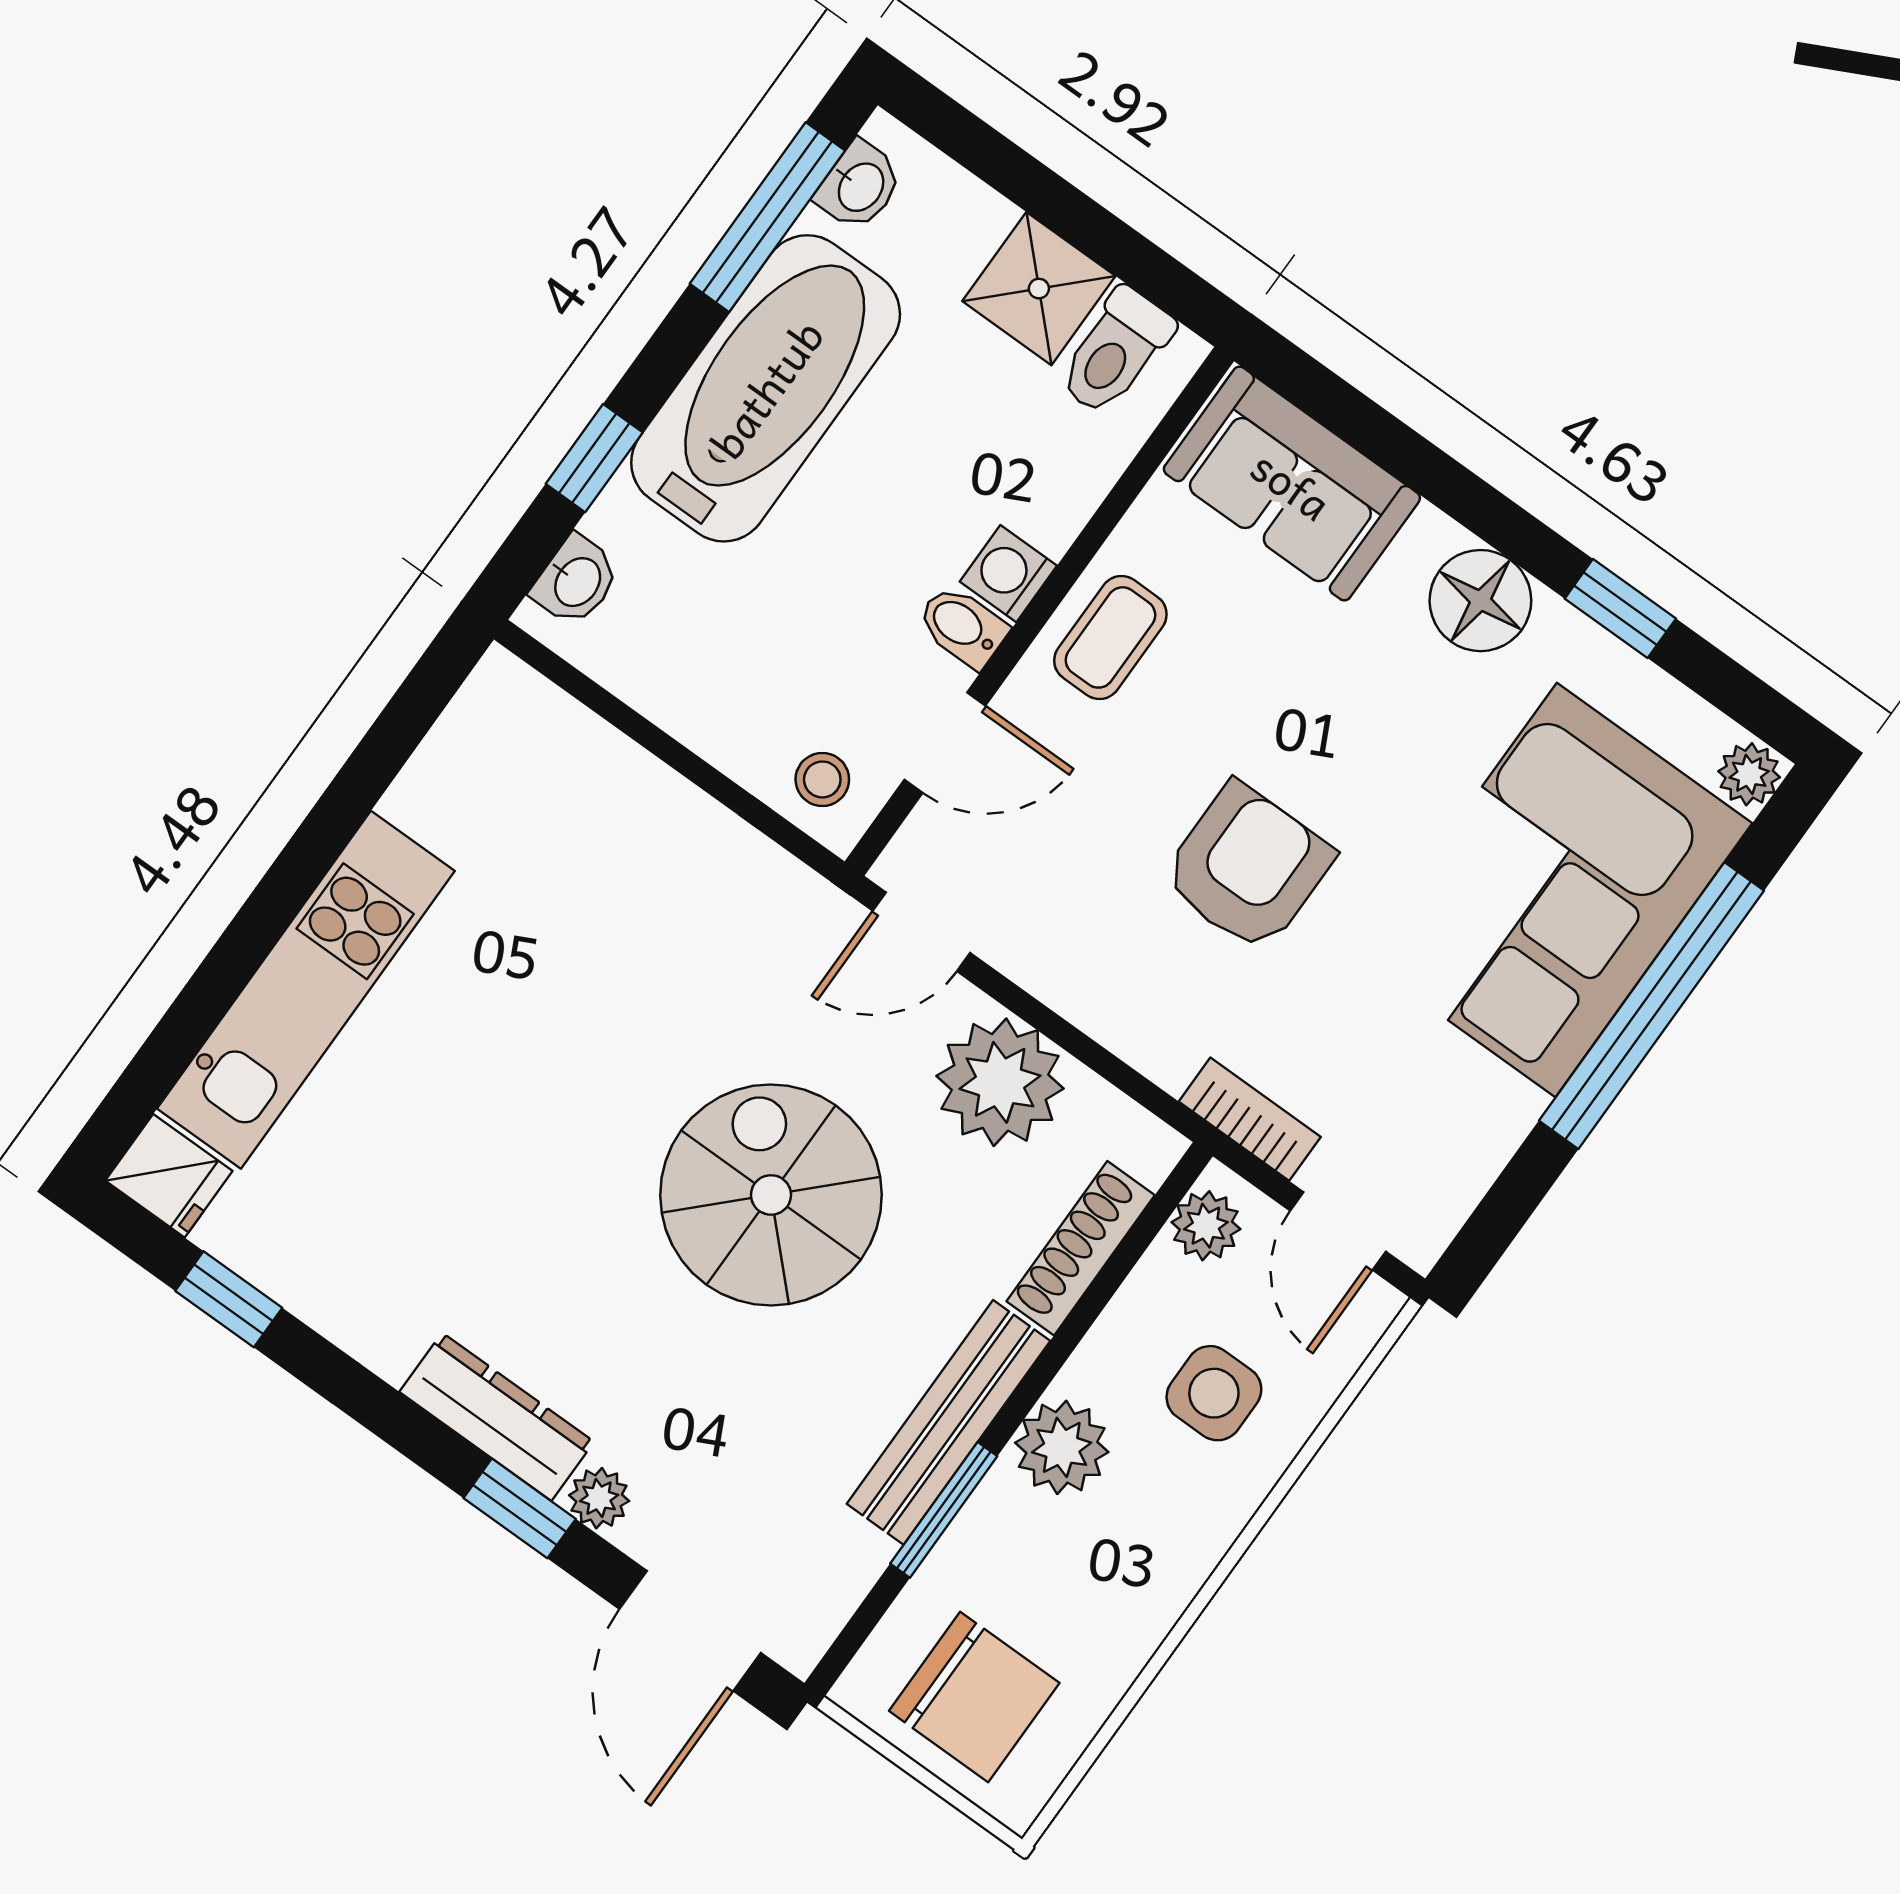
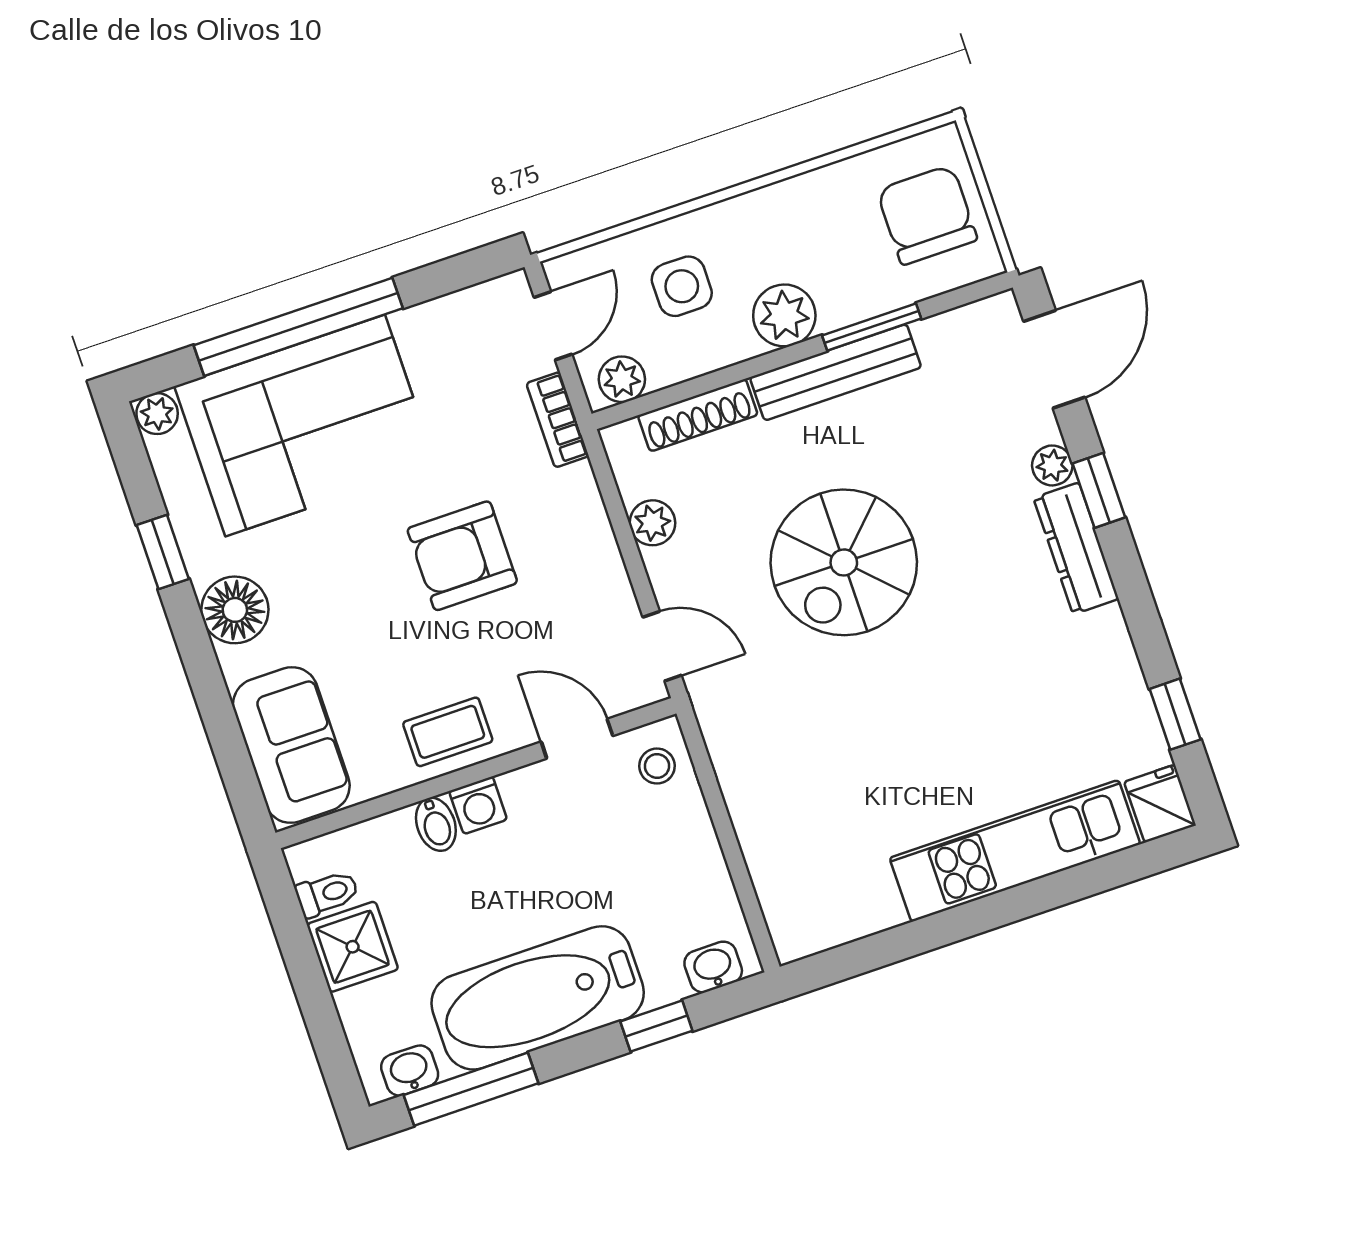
toilet: (1115, 352) -> (327, 893), width x0.73, depth x0.72
bidet: (962, 626) -> (436, 824), moved
plant: (1000, 1082) -> (652, 523), width x0.53, depth x0.53

